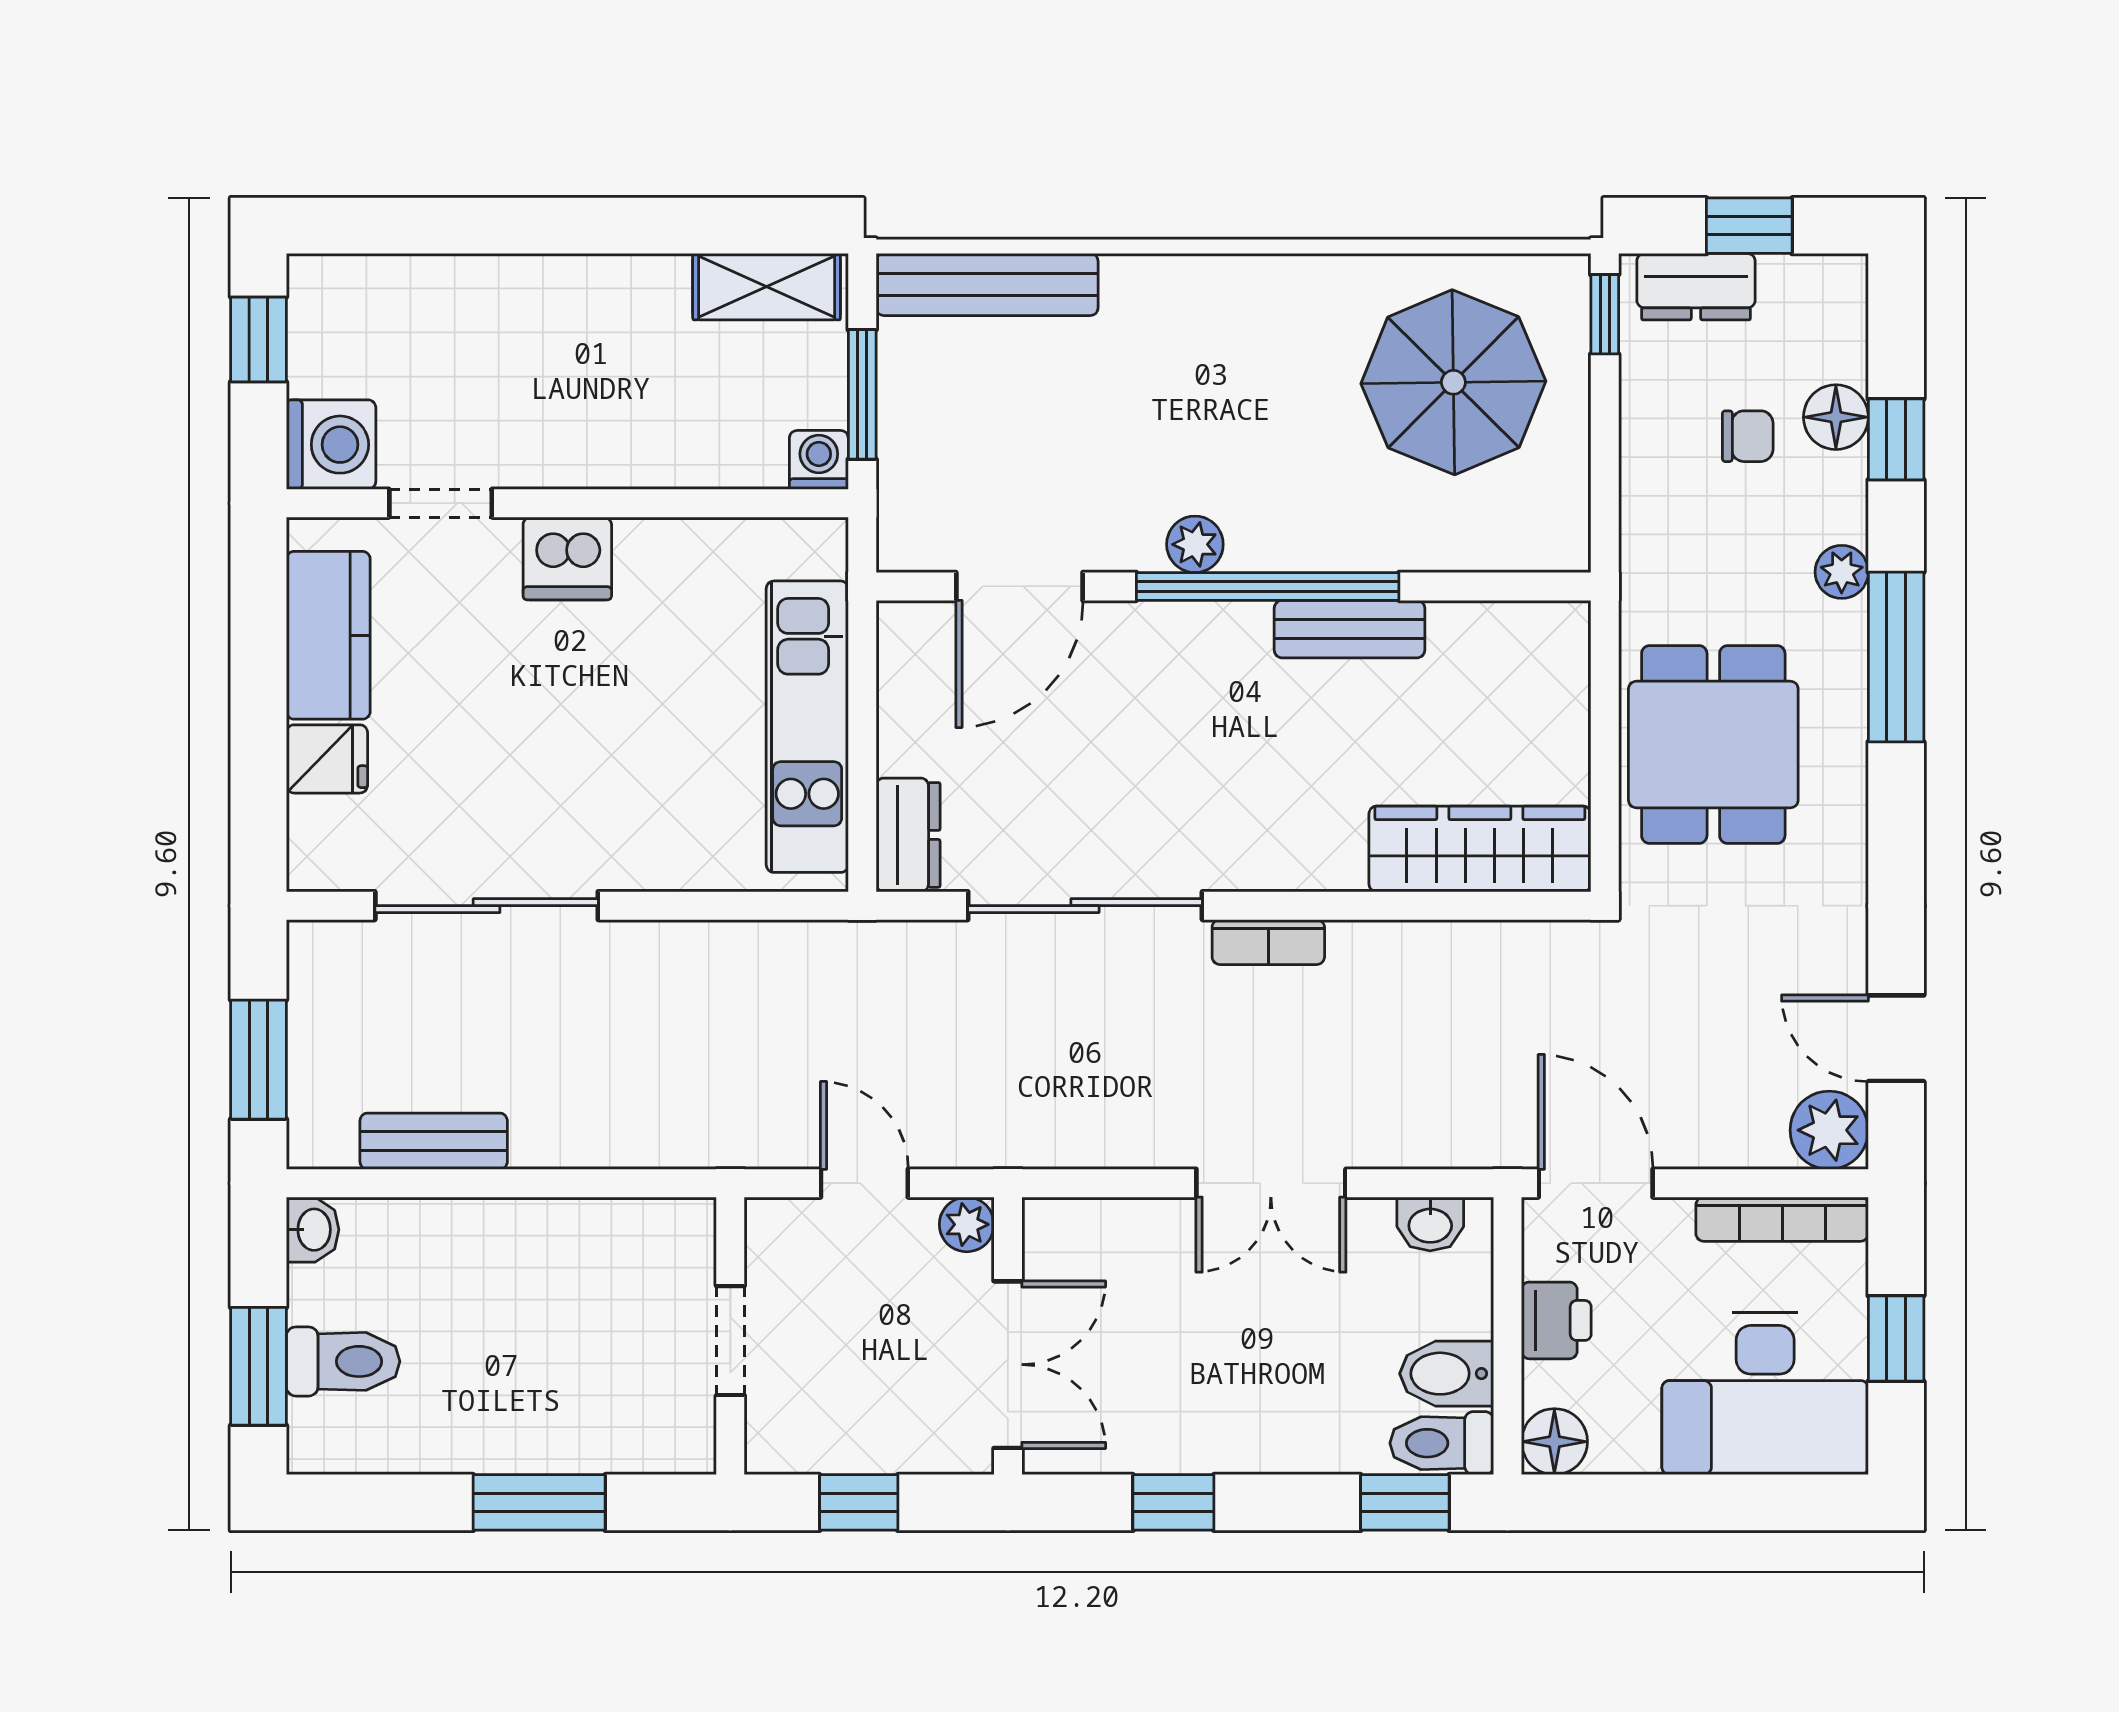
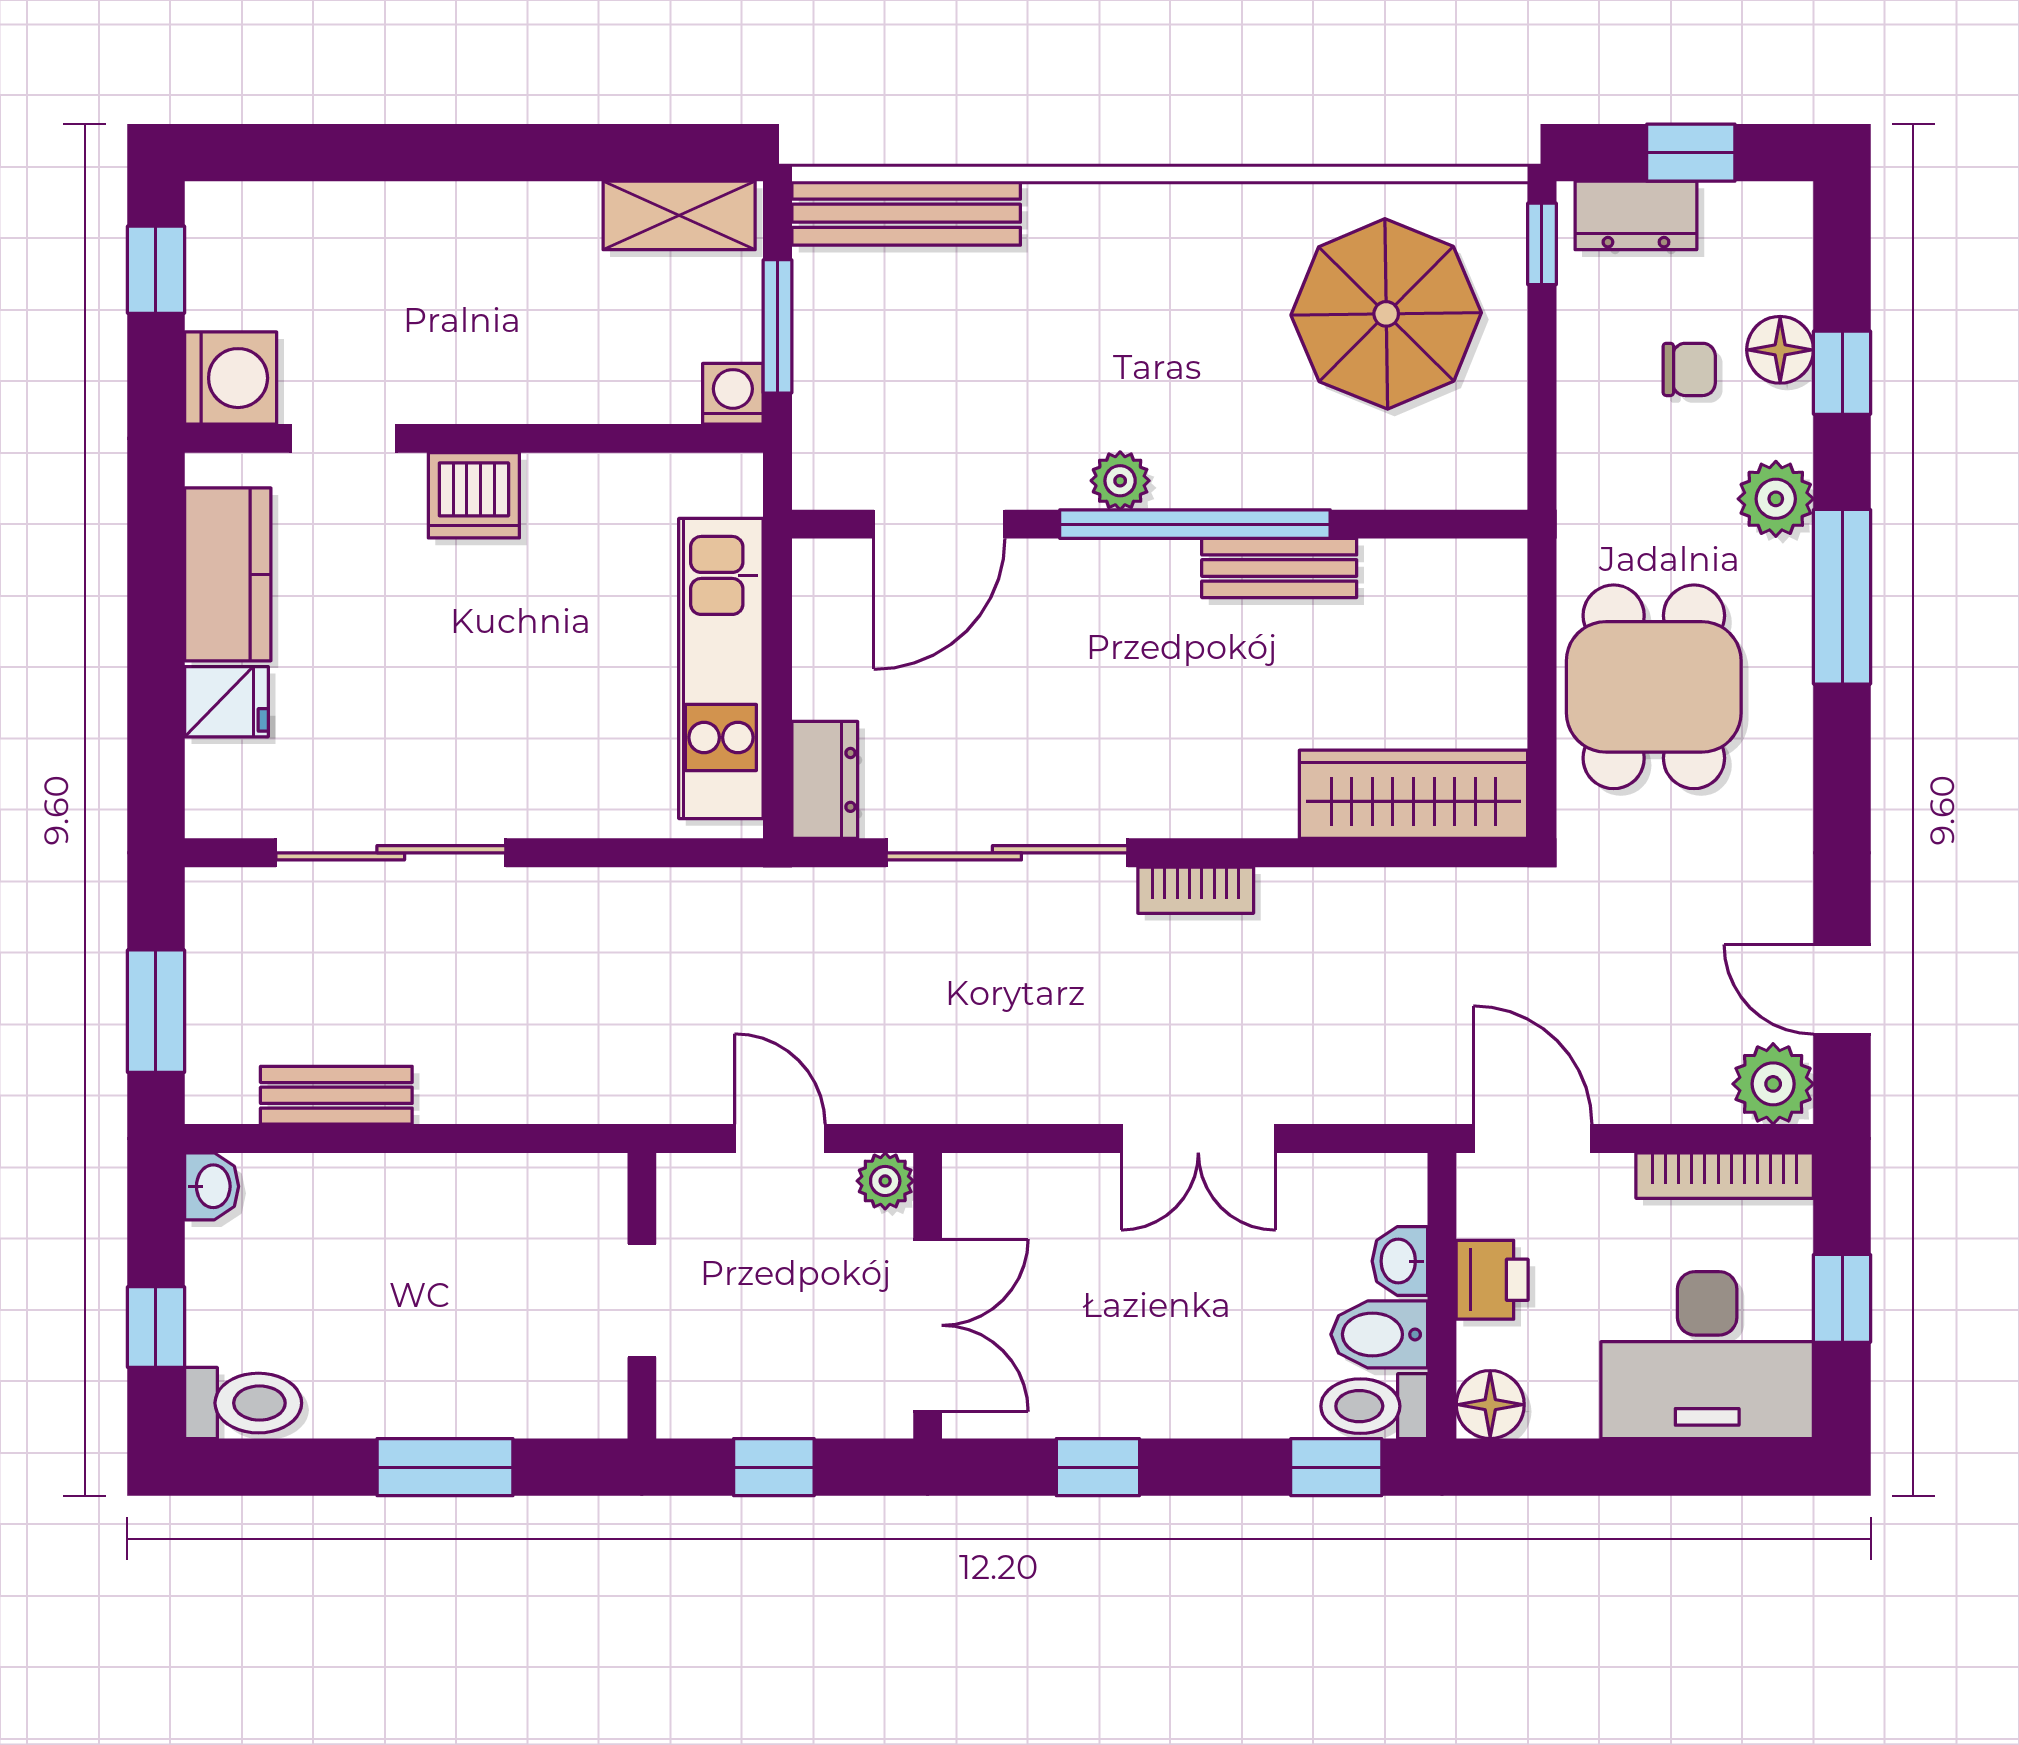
plant: (1842, 572) -> (1776, 499), width x1.38, depth x1.38
washbasin: (1430, 1224) -> (1400, 1261), moved, turned 90
toilet: (343, 1361) -> (243, 1403), moved
window: (258, 1366) -> (156, 1327), width x0.67

